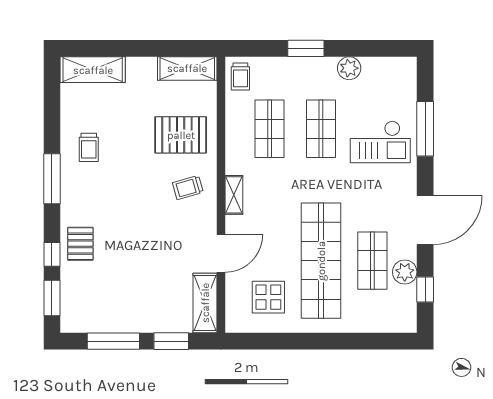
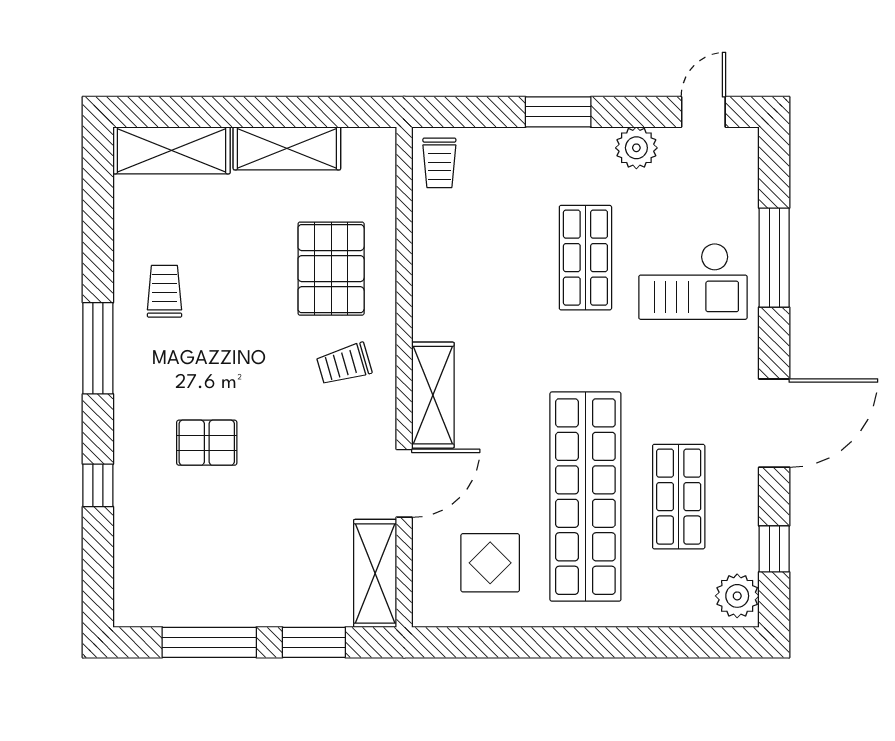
door: (386, 48) -> (703, 112), added
shelving: (187, 68) -> (287, 148), moved
shop shelf: (270, 129) -> (492, 258), removed
pallet: (181, 135) -> (331, 269), turned 90
trolley: (89, 147) -> (164, 291), turned 180
shelving: (234, 195) -> (433, 395), width x1.50, depth x1.33
pallet: (80, 244) -> (207, 443), moved, turned 90
plant: (405, 272) -> (737, 596), moved
window: (52, 298) -> (98, 564), removed

